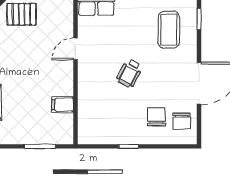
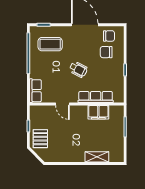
row of seats: (86, 100) -> (96, 97), added
filing cabinet: (63, 105) -> (98, 112), width x2.00

